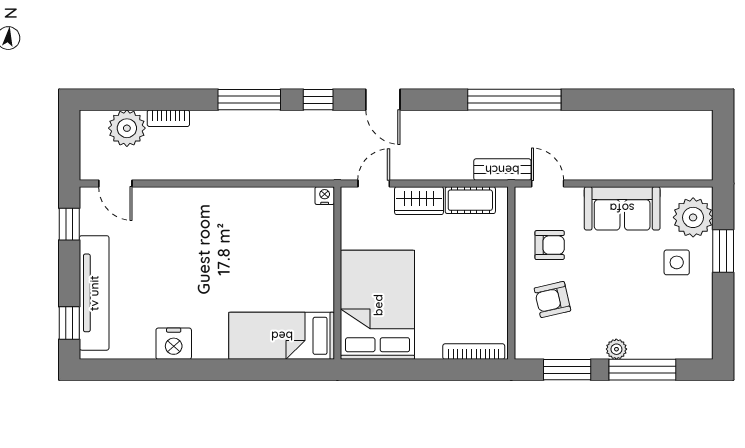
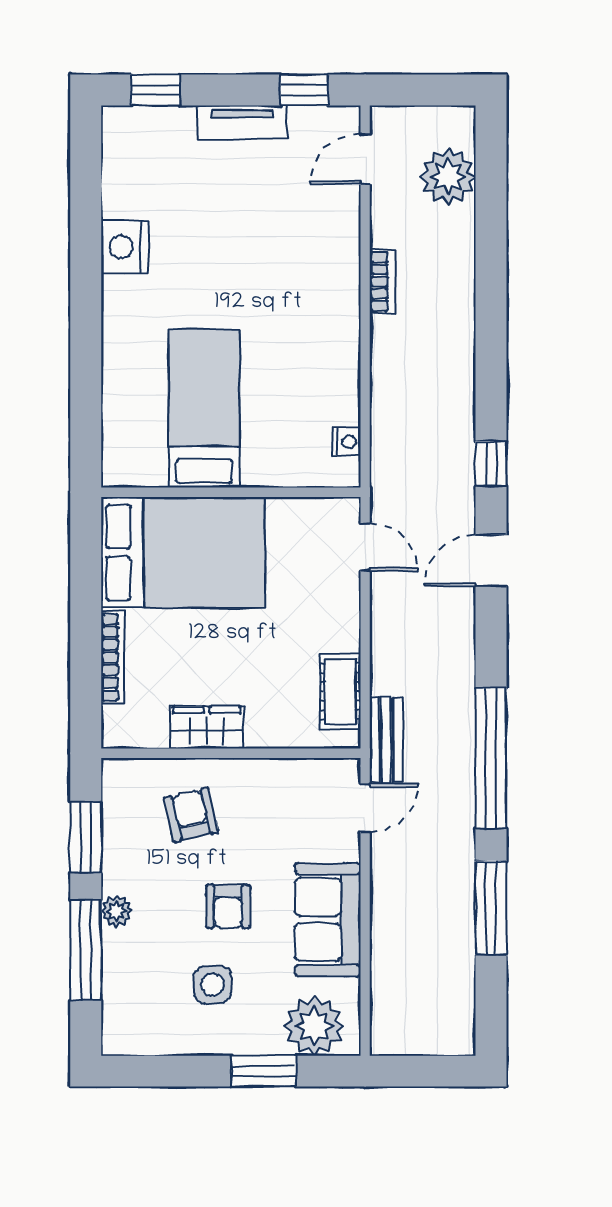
window: (249, 100) -> (491, 908), moved
bookcase: (168, 118) -> (382, 281), moved, turned 180
nightstand: (325, 196) -> (347, 442), moved
wardrobe: (419, 201) -> (207, 728), moved, turned 90
armchair: (550, 245) -> (228, 906), moved
side table: (677, 262) -> (213, 985), moved
tv unit: (94, 293) -> (242, 122), width x0.52, depth x0.78
bed: (282, 336) -> (204, 409), moved
bookcase: (474, 352) -> (113, 657), moved

